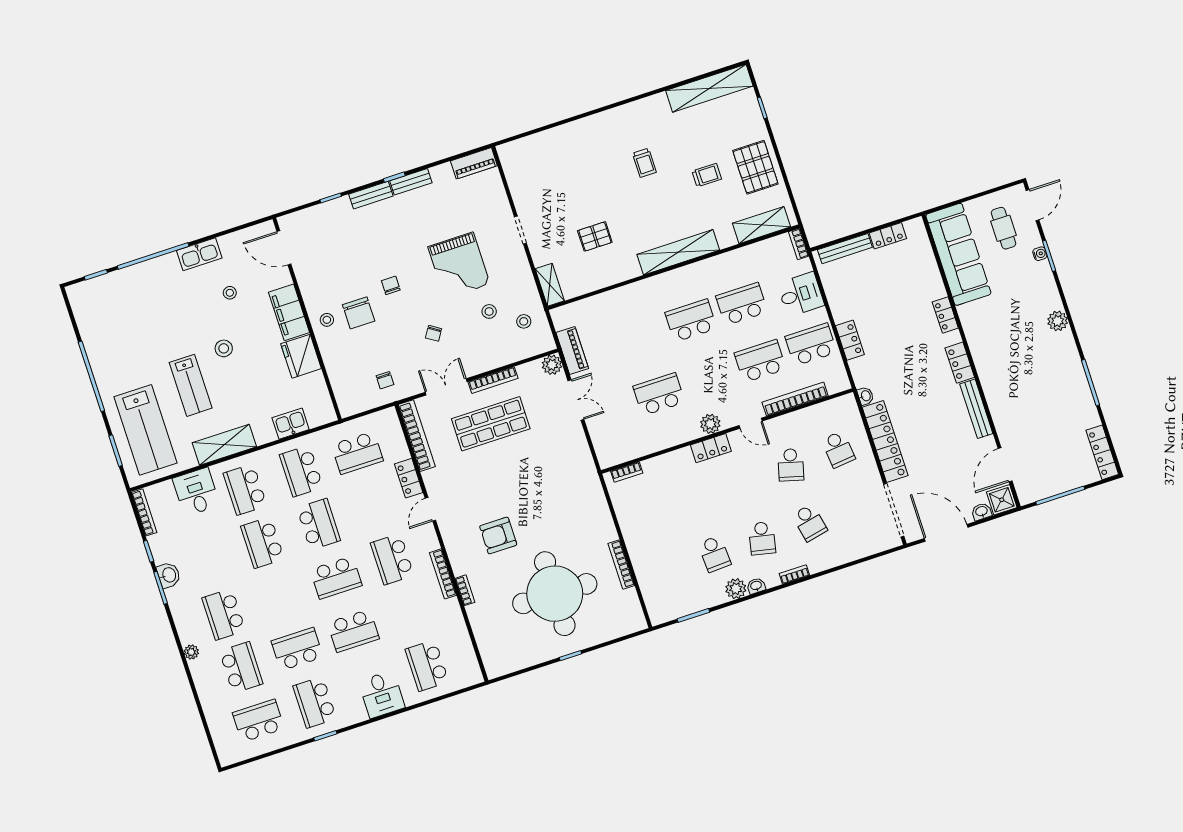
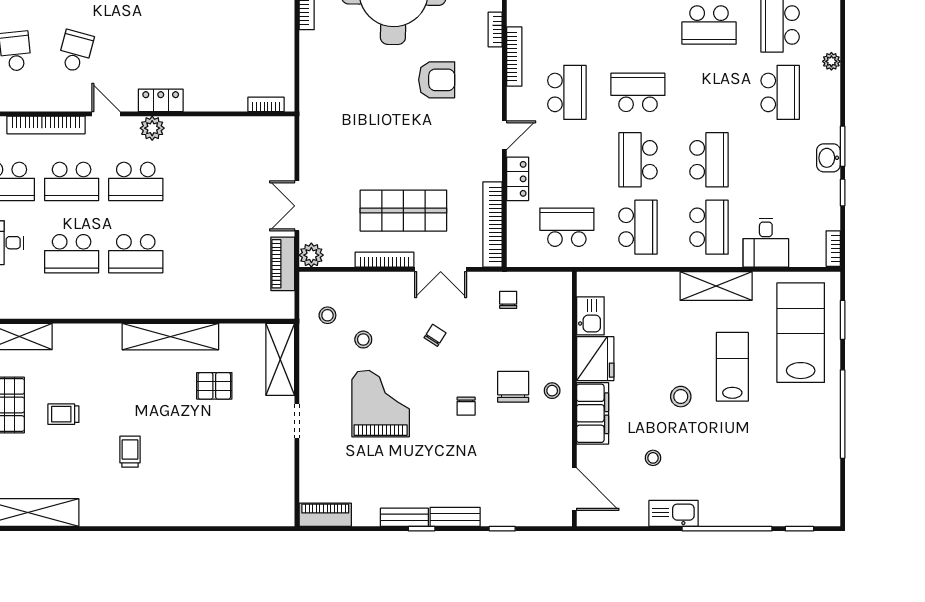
shelving: (678, 252) -> (170, 337), moved
shelving: (550, 285) -> (280, 359), width x1.50, depth x1.33
school desk: (659, 394) -> (136, 181), moved
kitchen sink: (291, 424) -> (590, 316), moved, turned -90
bookcase: (144, 512) -> (833, 249), width x0.64
school desk: (353, 631) -> (638, 25), removed

